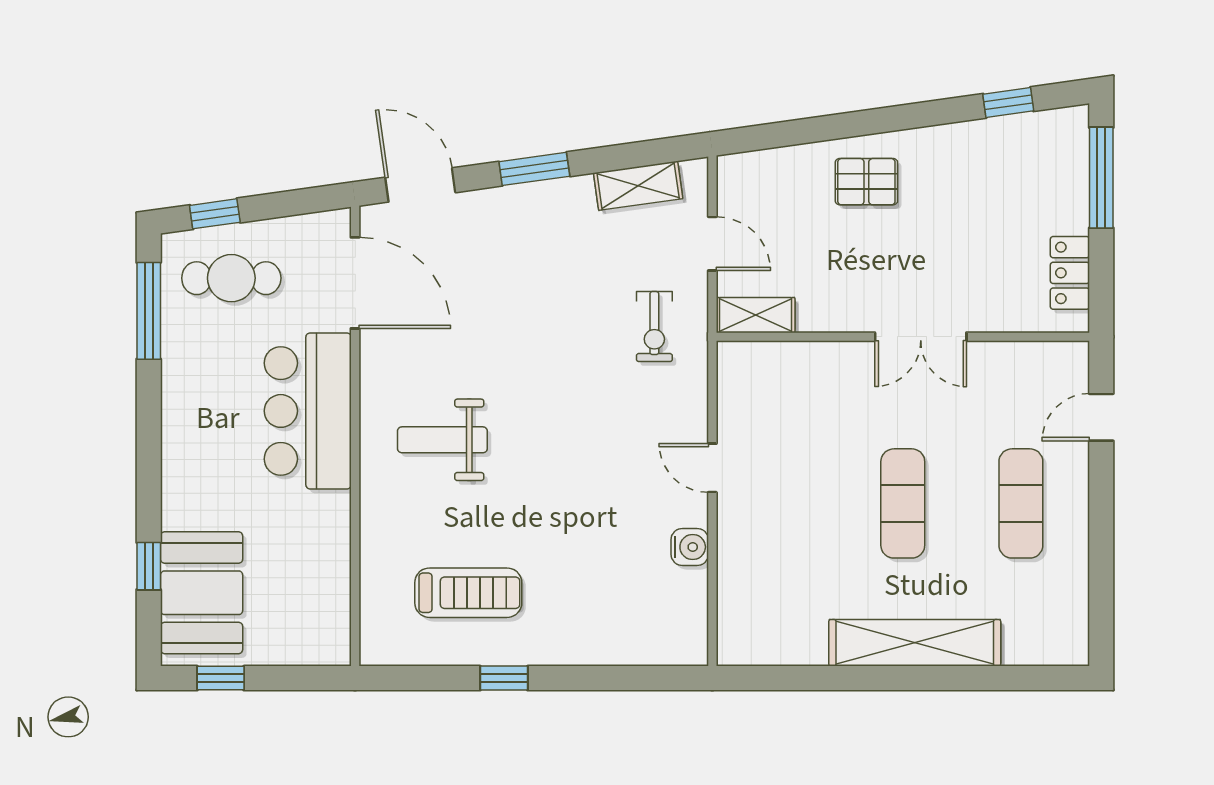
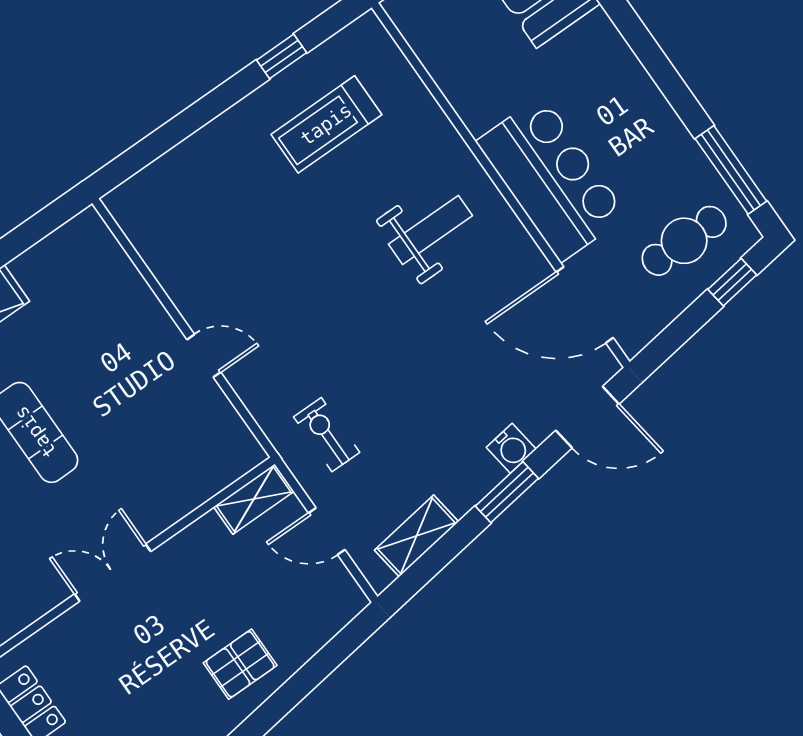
water cooler: (690, 547) -> (511, 448), moved, turned -98
window: (504, 678) -> (282, 56), moved

